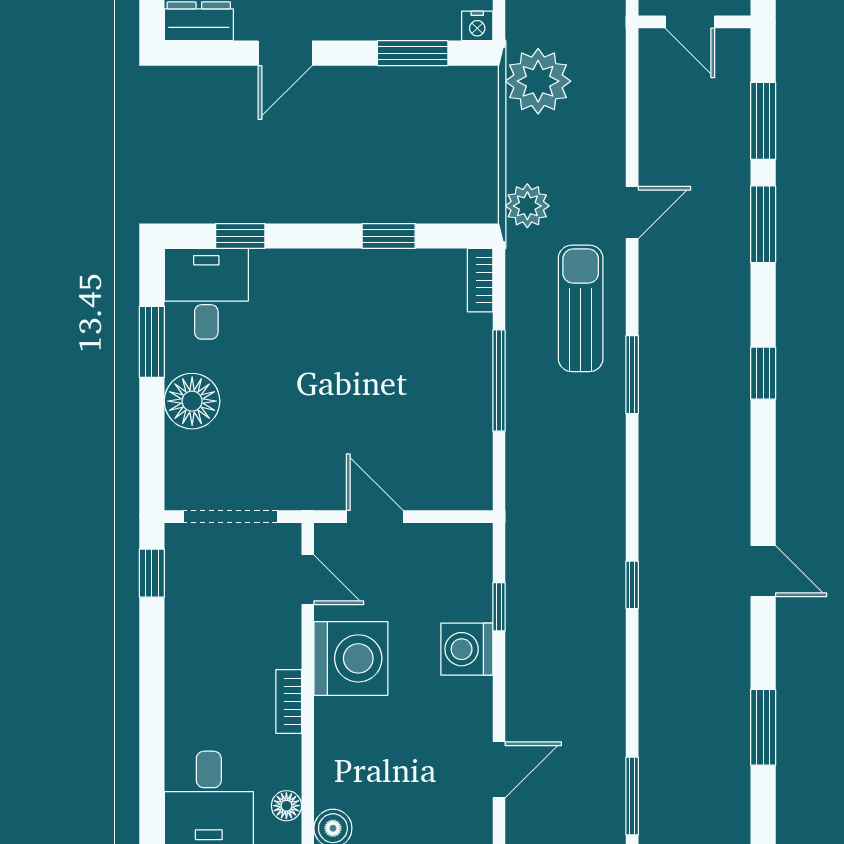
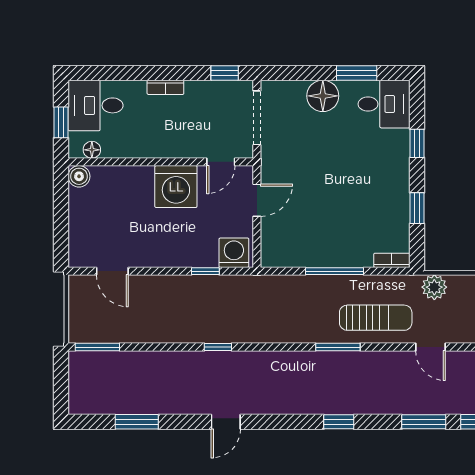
window: (240, 236) -> (417, 143), moved
washing machine: (467, 649) -> (234, 253), moved
bookcase: (289, 701) -> (165, 87), moved, turned 180

